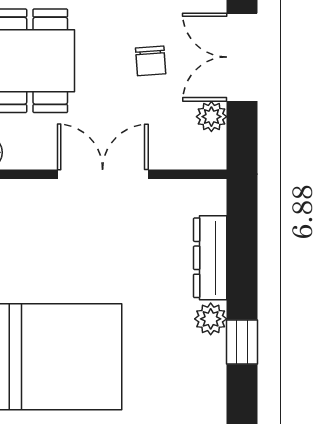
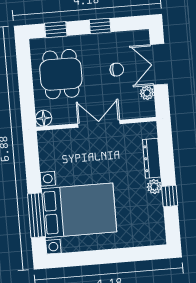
chair: (151, 61) -> (117, 70), turned -86

